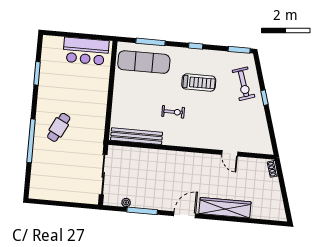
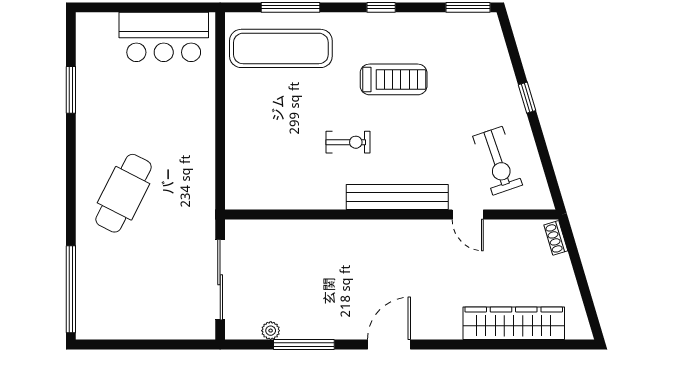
exercise bike: (243, 84) -> (498, 161), moved
cafe table: (59, 127) -> (124, 193), width x1.37, depth x1.35
bench: (137, 136) -> (397, 197), moved
window: (31, 141) -> (71, 289), moved
wardrobe: (225, 208) -> (514, 323), moved

